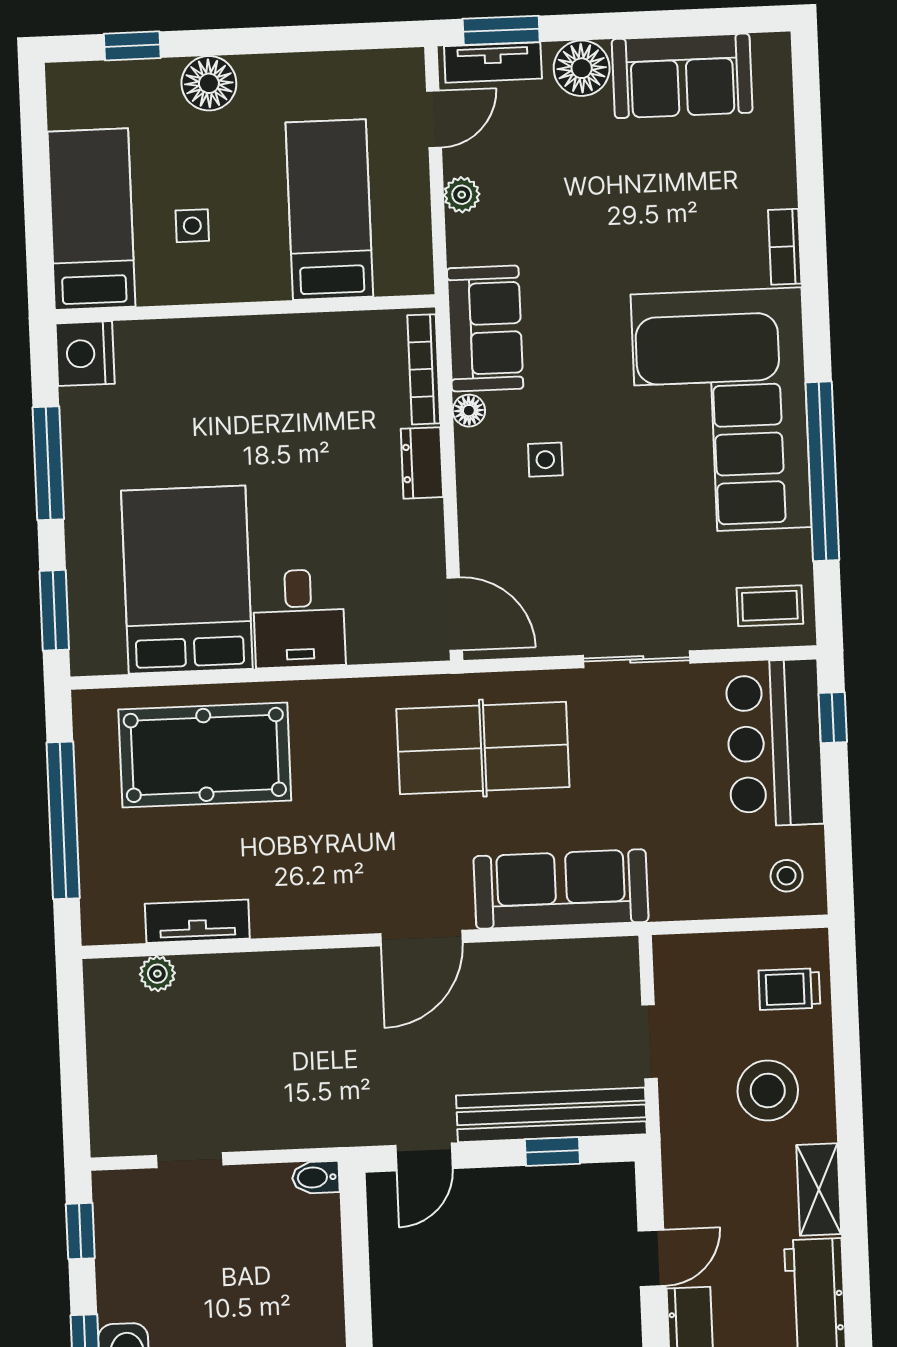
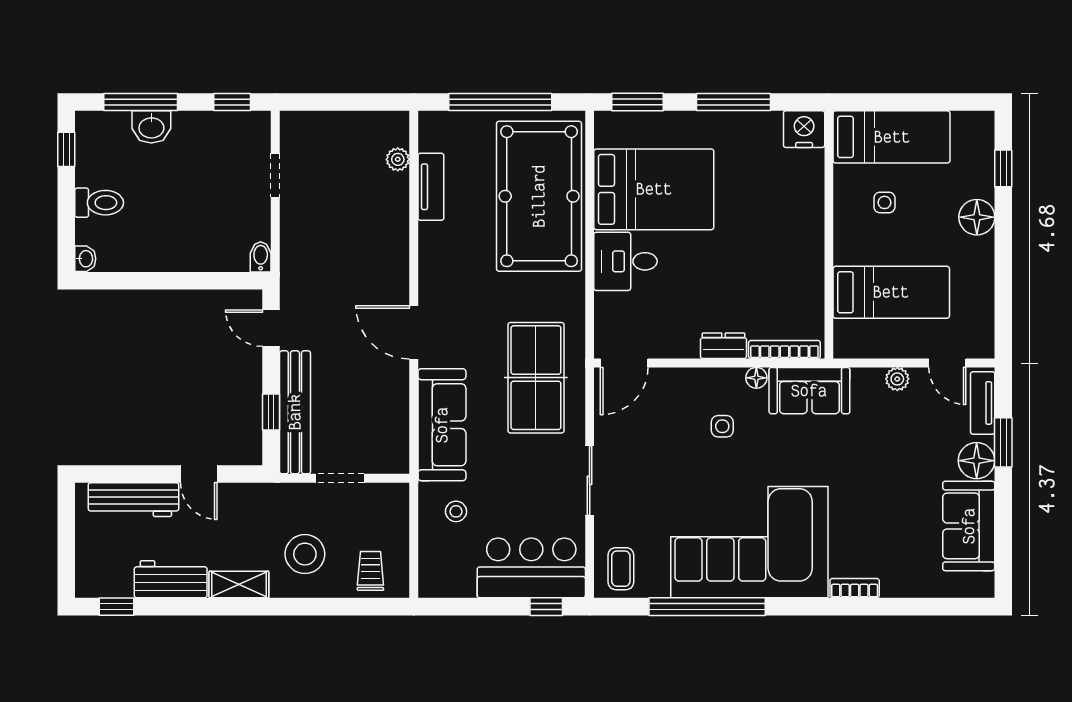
window: (501, 30) -> (1003, 442), moved
pool table: (205, 755) -> (539, 196), width x1.36, depth x1.32
stool: (787, 876) -> (456, 511), moved

